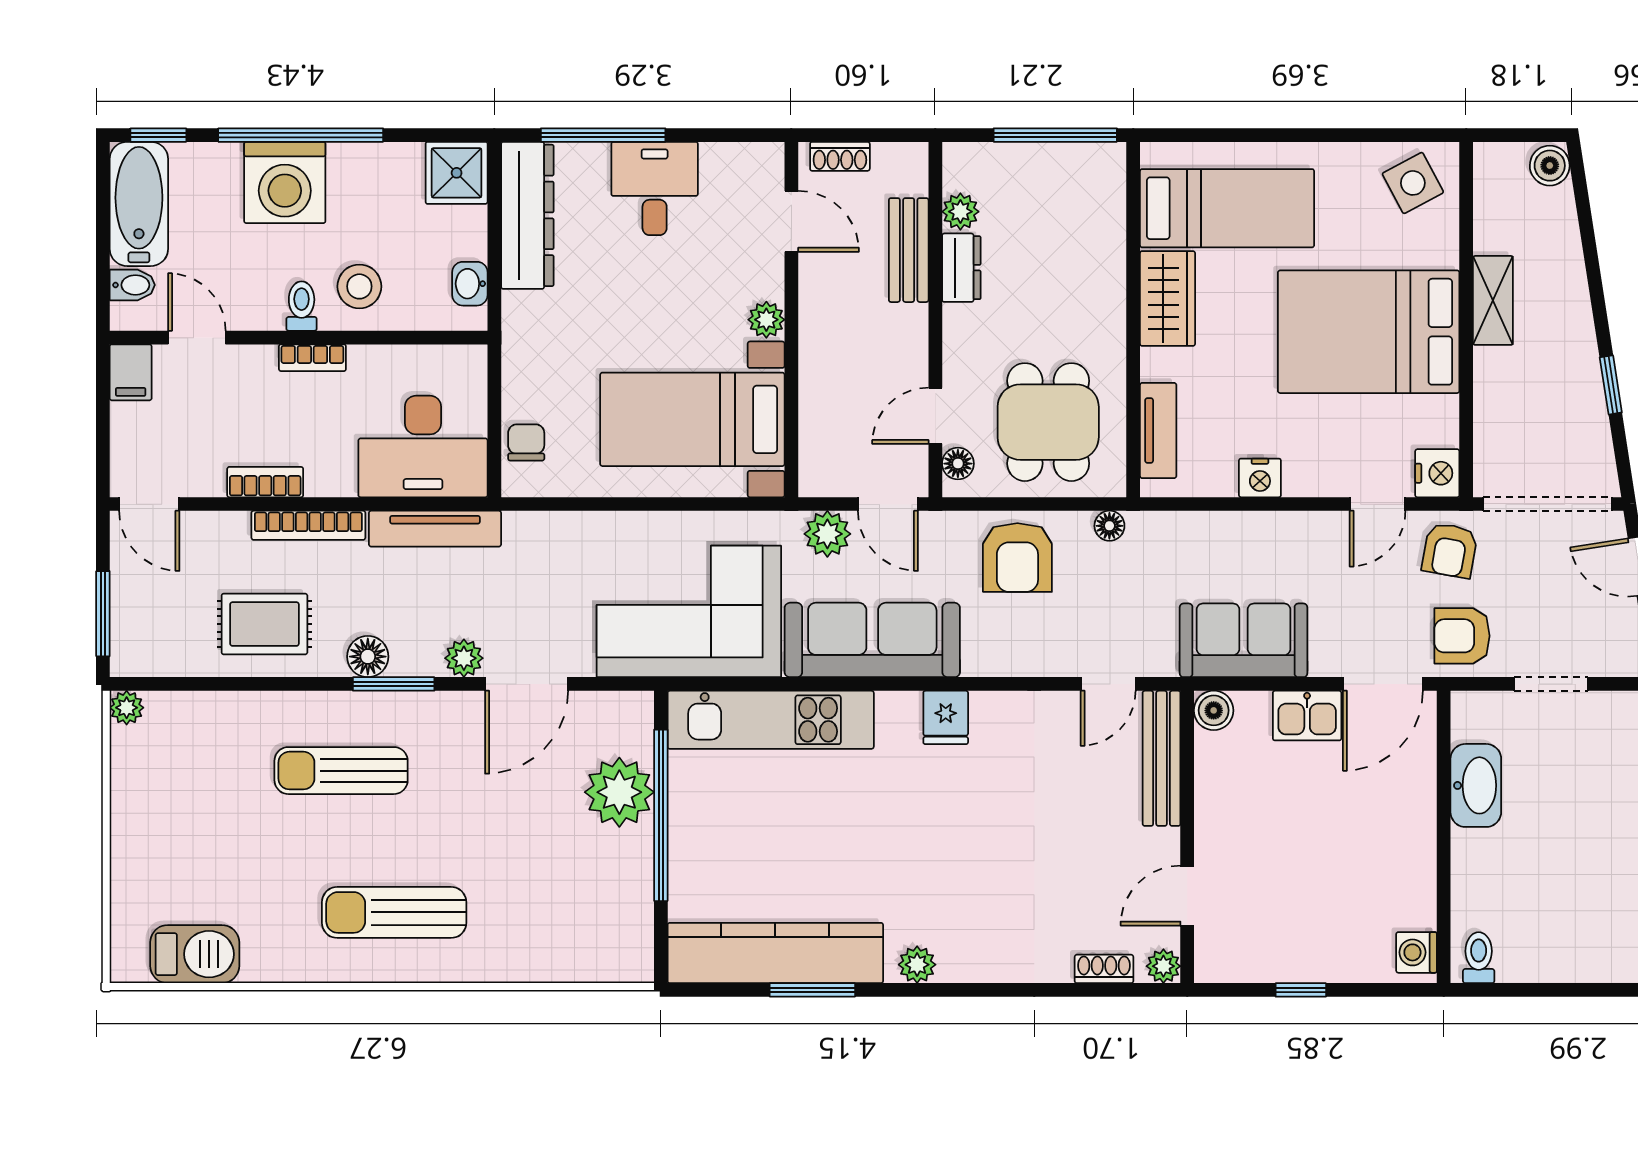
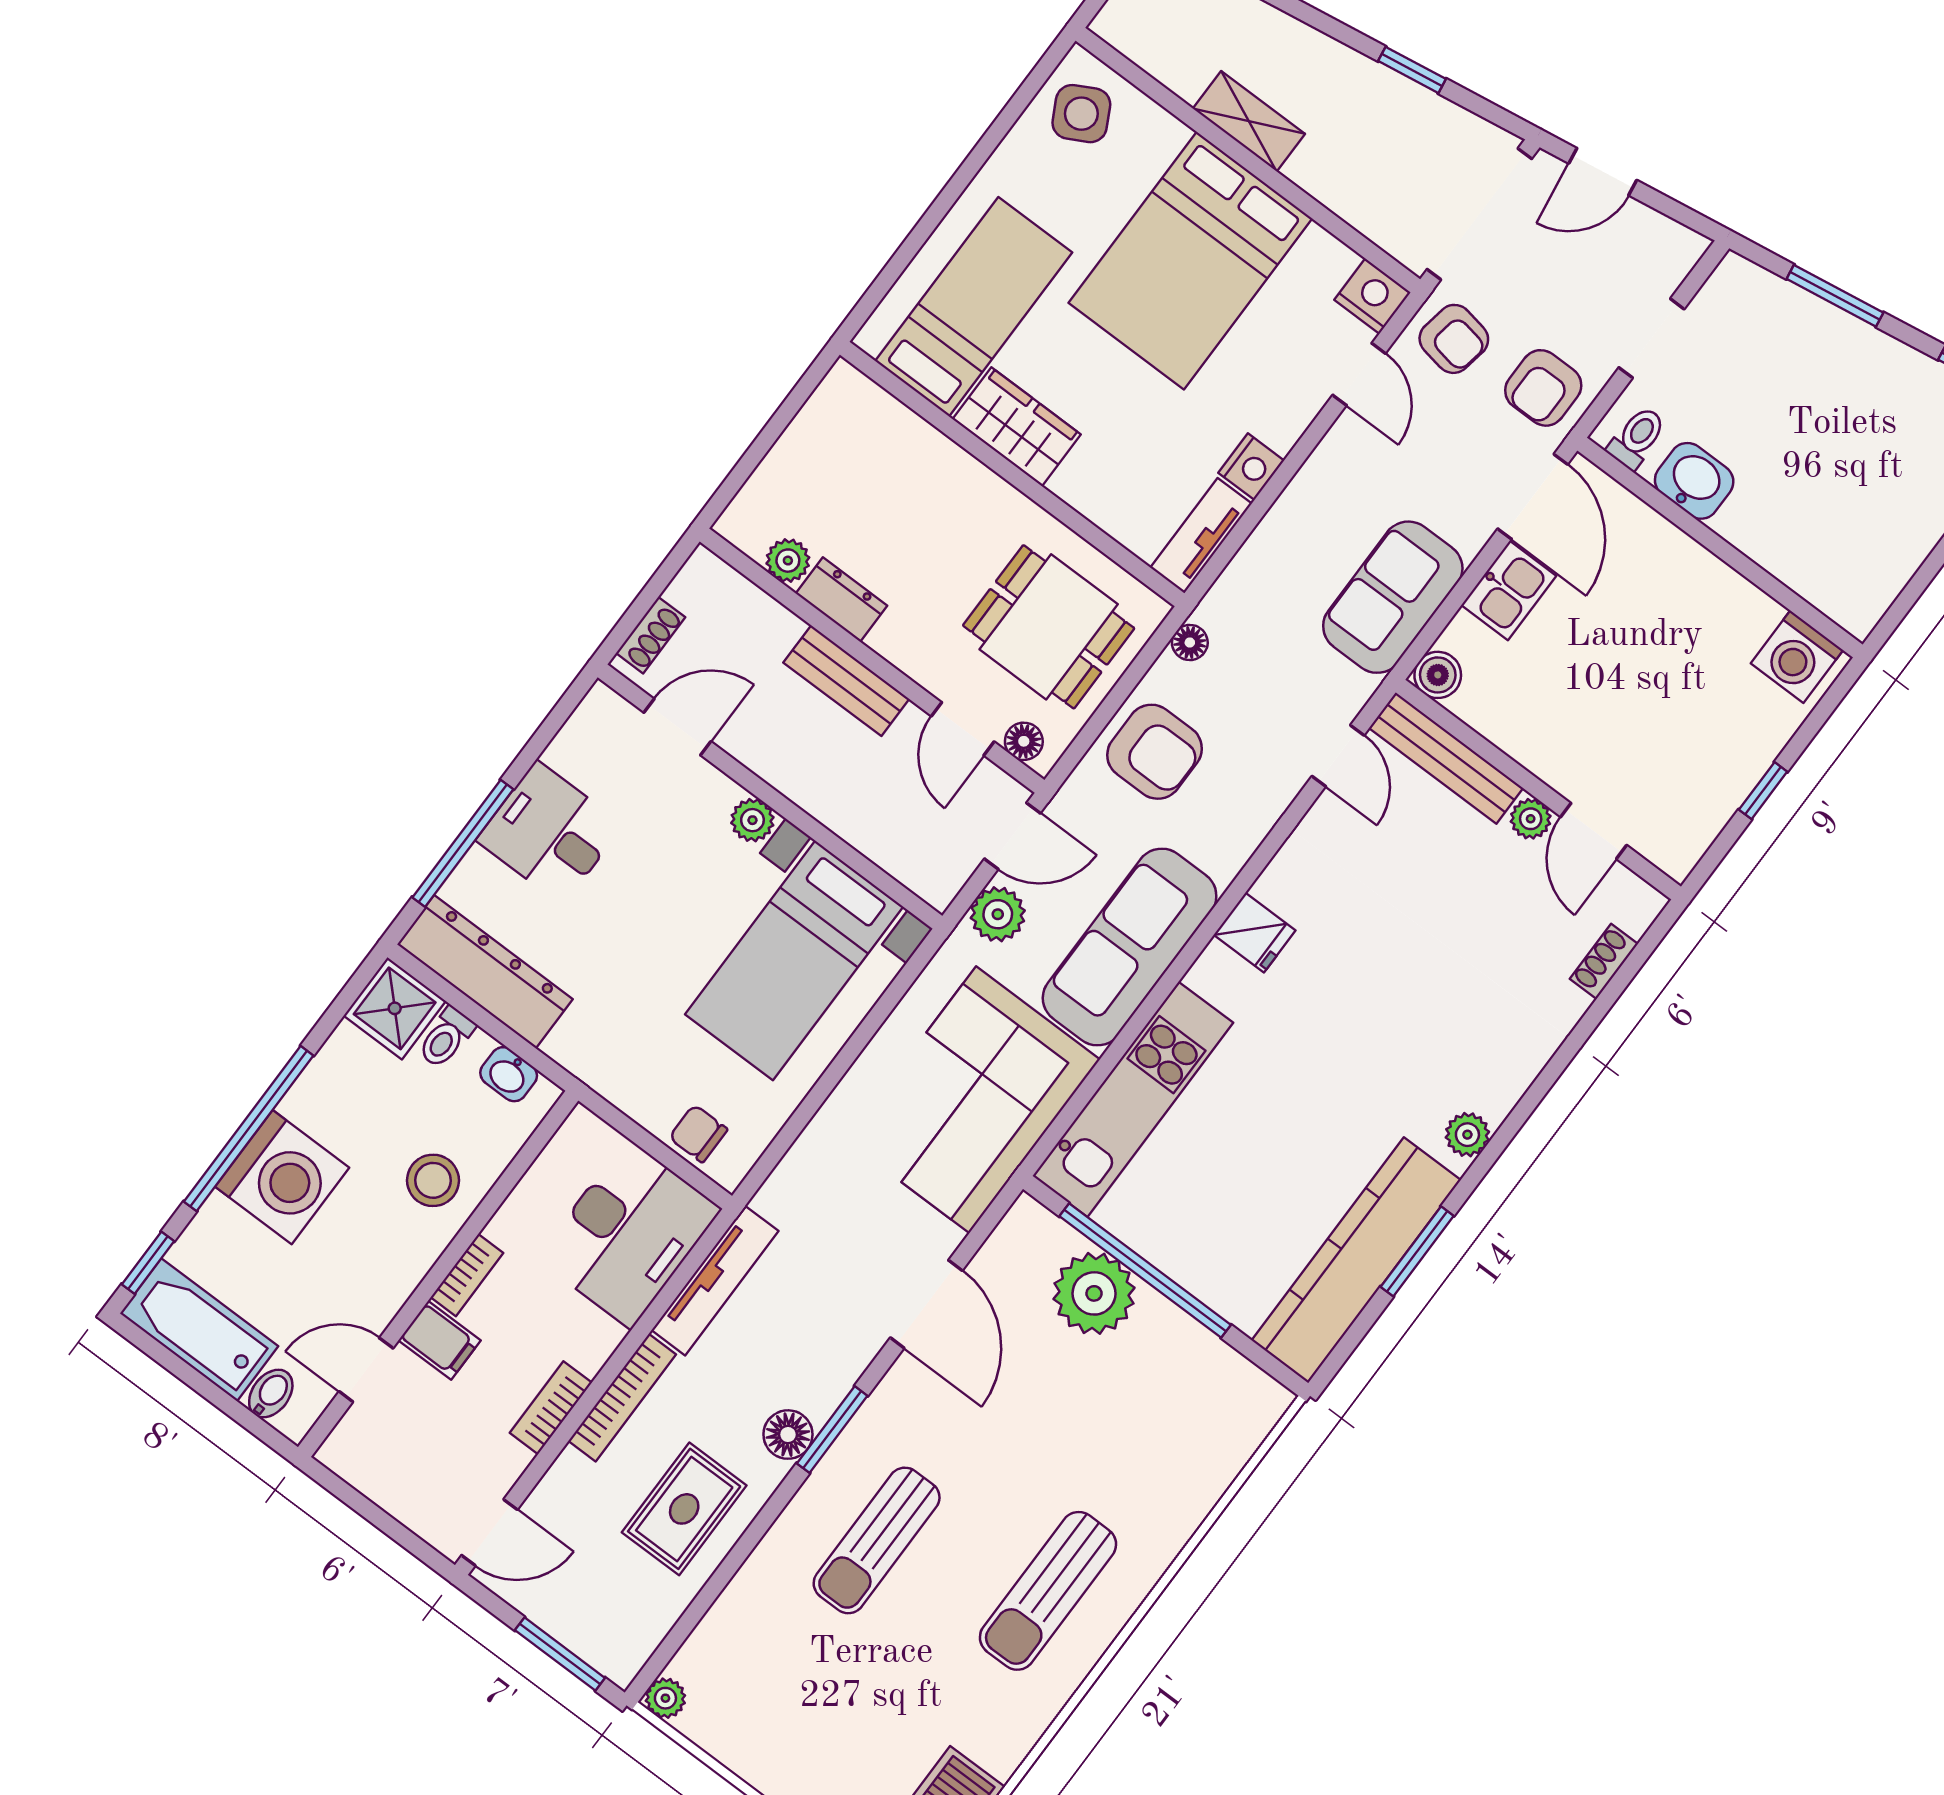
window: (1055, 135) -> (783, 417), removed
bench: (909, 250) -> (846, 681), moved
toilet: (302, 306) -> (446, 1038), moved, turned -90
filing cabinet: (131, 372) -> (440, 1340), moved
tv unit: (1158, 430) -> (1201, 536), moved, turned -90
plant: (464, 658) -> (858, 1345), removed
washbasin: (1476, 785) -> (1694, 481), width x0.72
washing machine: (1417, 952) -> (1797, 657), width x1.38, depth x1.38
toilet: (1479, 958) -> (1637, 438), moved, turned 90
plant: (1163, 966) -> (1531, 819), moved

